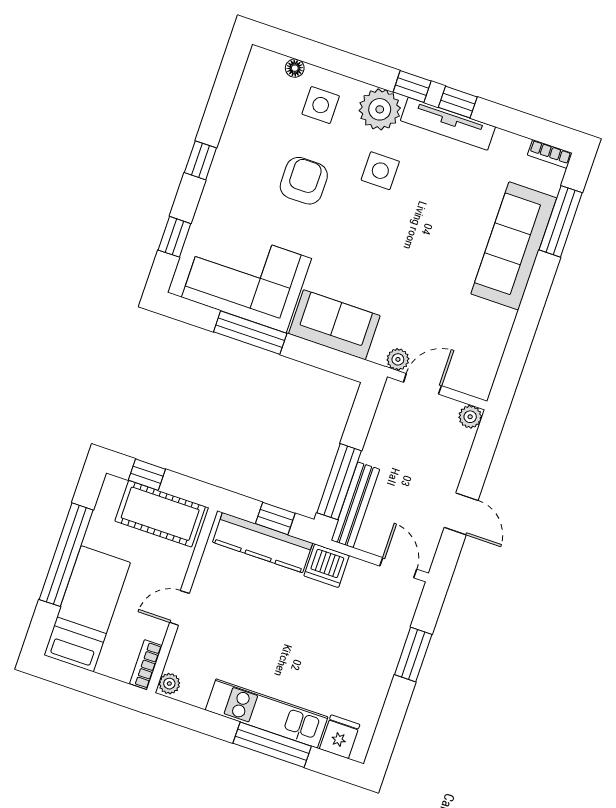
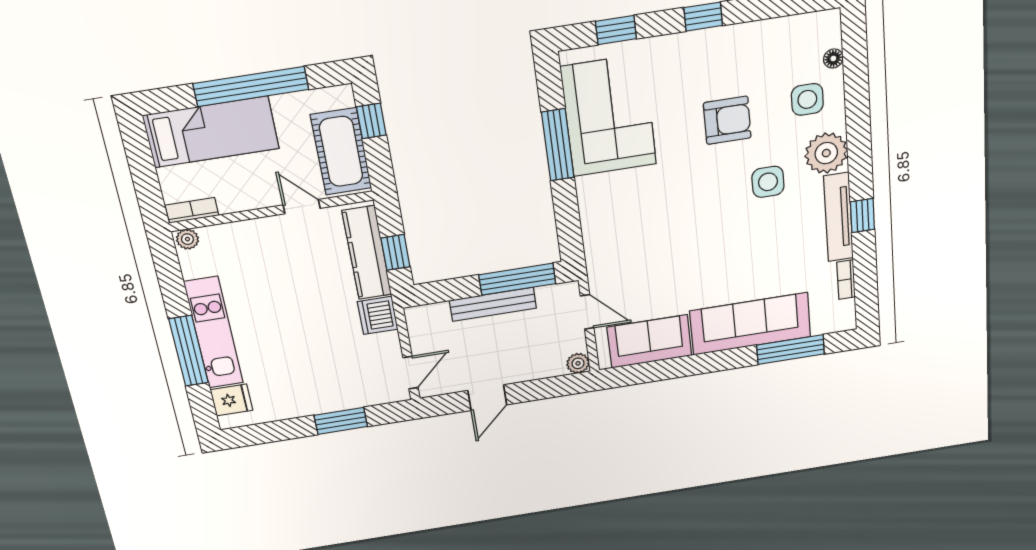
window: (412, 86) -> (860, 170), removed
bookcase: (550, 154) -> (846, 280), moved
sofa: (334, 325) -> (649, 341), moved, turned -90
plant: (398, 359) -> (599, 281), removed
window: (339, 482) -> (517, 279), moved
bench: (355, 505) -> (493, 304), moved
door: (179, 608) -> (302, 207), moved

